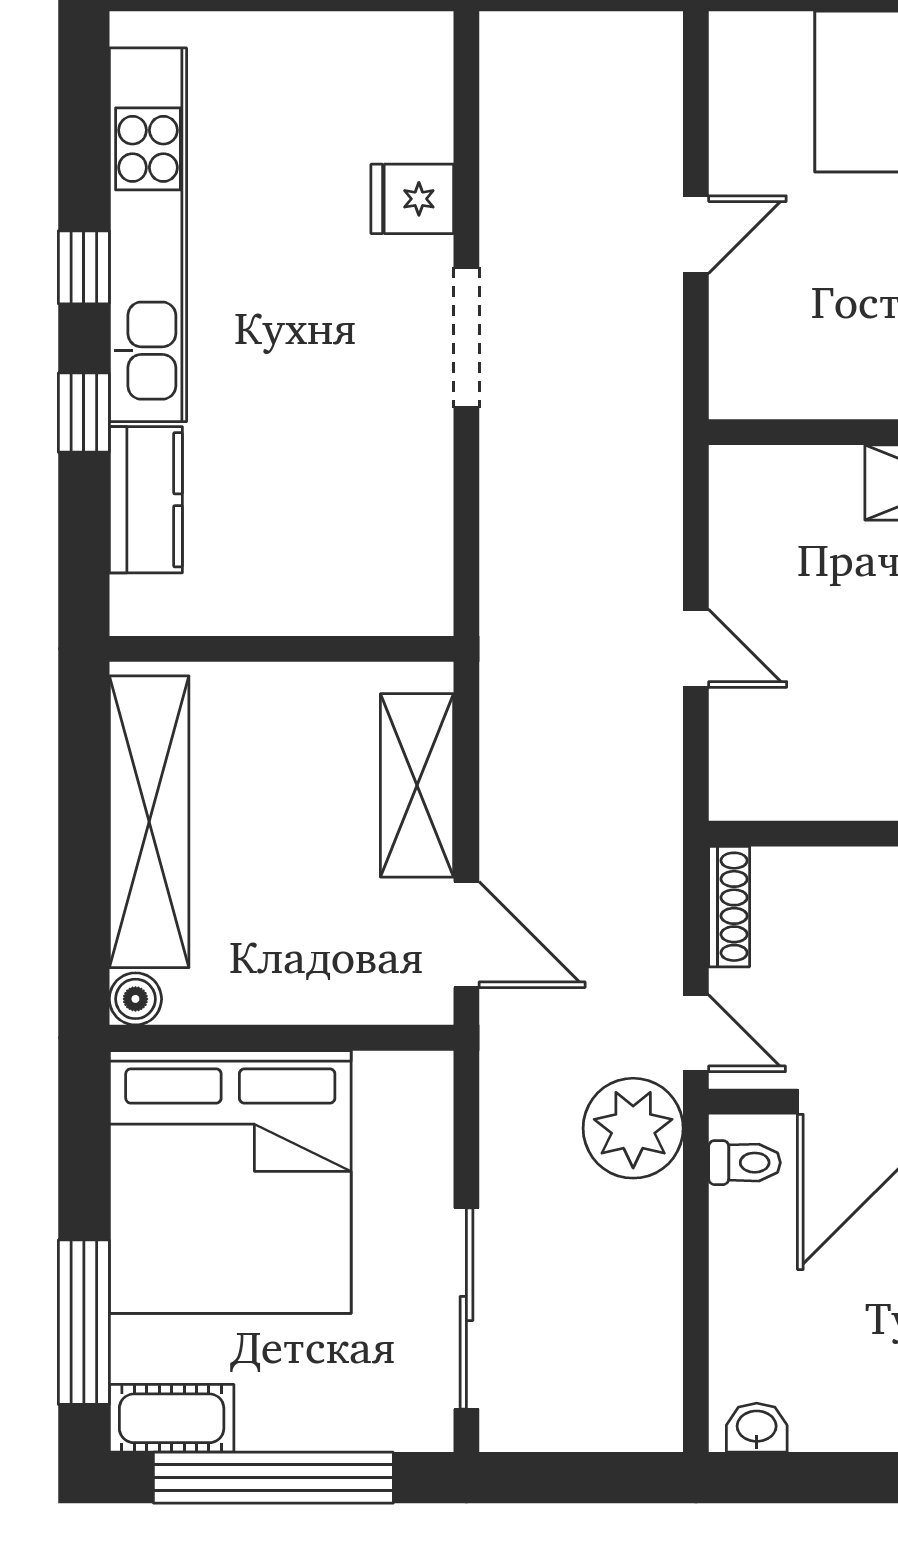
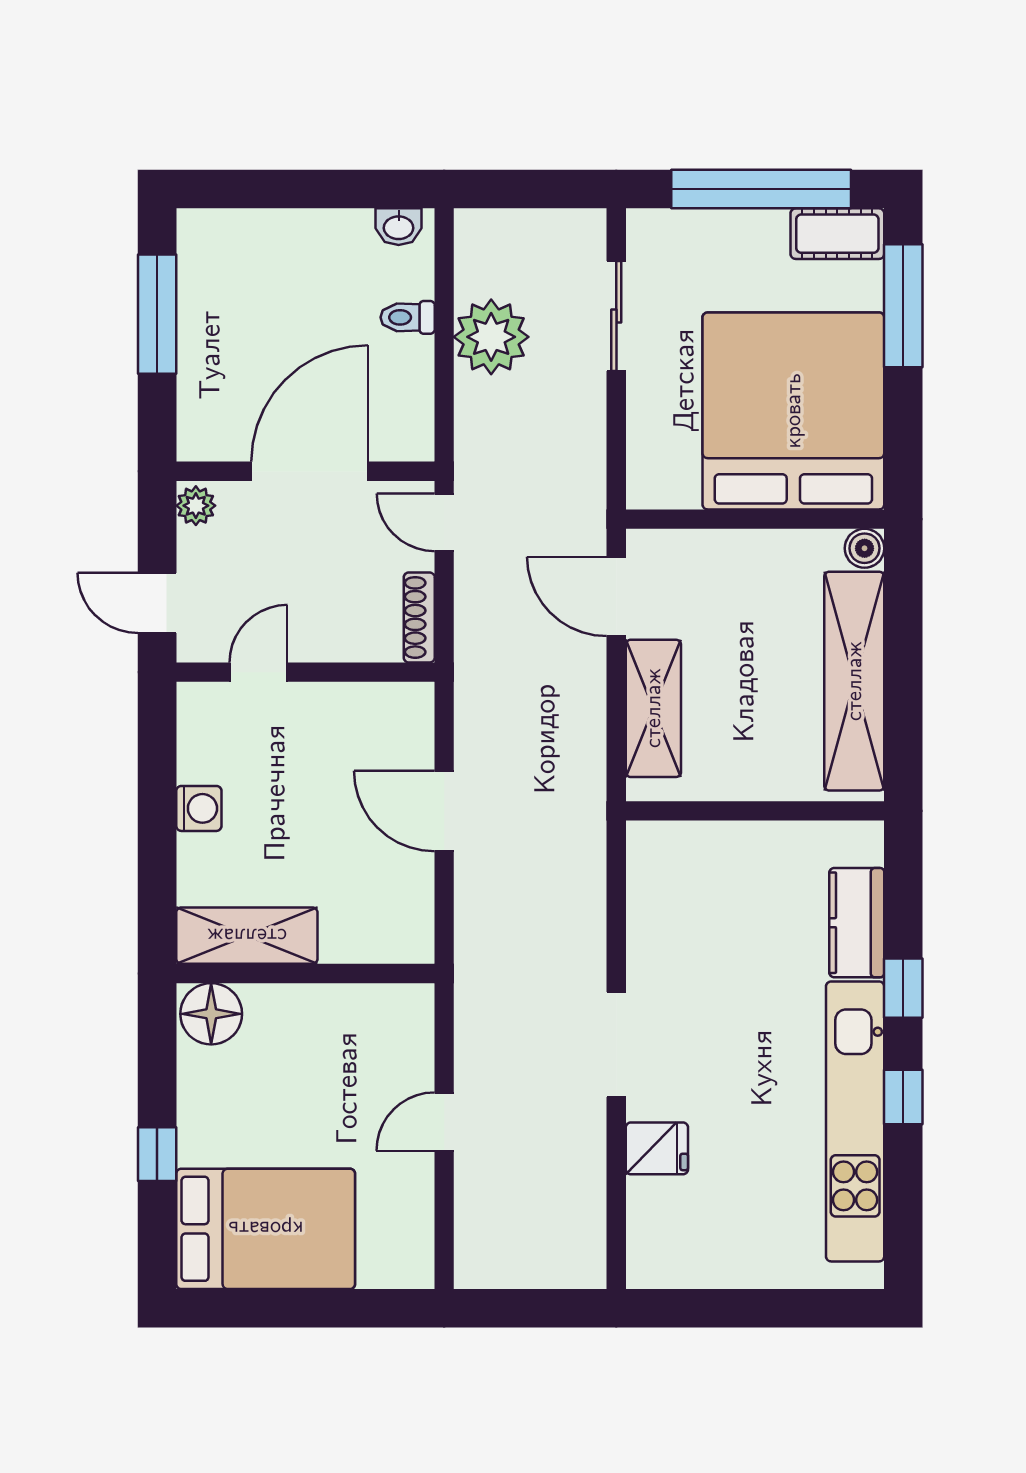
door: (696, 648) -> (444, 811), width x1.38
plant: (633, 1128) -> (491, 337), moved
toilet: (745, 1163) -> (408, 317), moved
sliding door: (466, 1308) -> (616, 316), width x0.73

